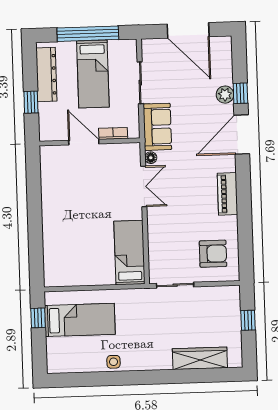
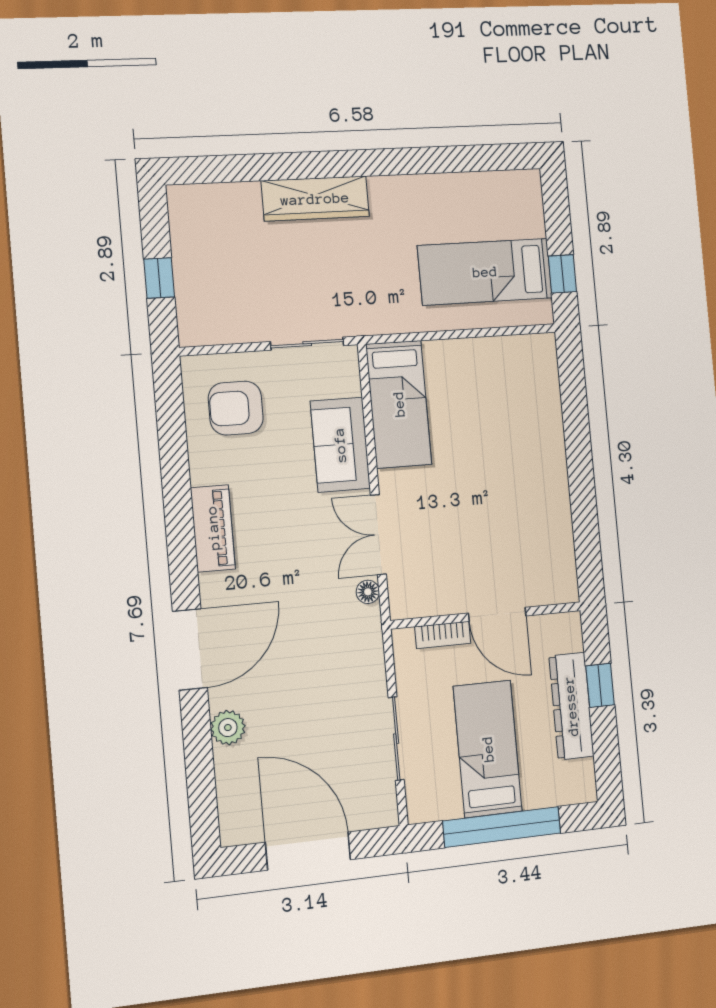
dresser: (46, 75) -> (571, 706), moved
window: (240, 93) -> (197, 733), removed
sofa: (157, 127) -> (340, 445), moved
wardrobe: (200, 358) -> (315, 199), moved
side table: (114, 362) -> (417, 193), removed

